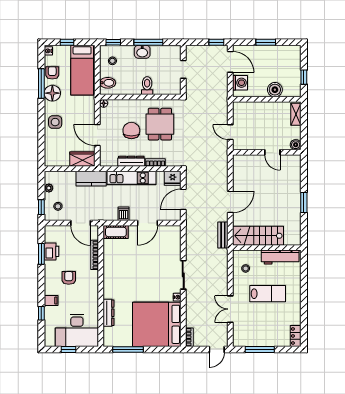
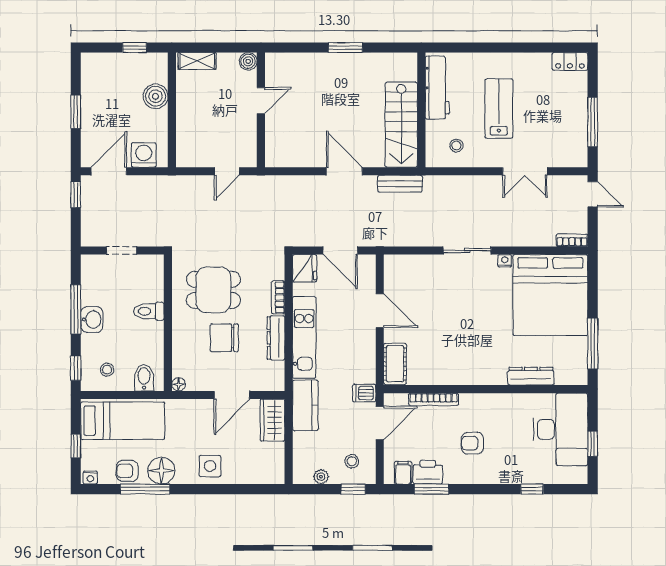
dishwasher: (123, 214) -> (364, 393), moved
filing cabinet: (51, 301) -> (403, 473), moved

